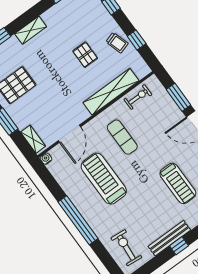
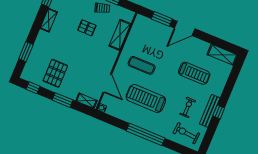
shelving: (31, 30) -> (49, 20), moved
shelving: (111, 92) -> (120, 35), width x0.68
exercise bike: (138, 97) -> (188, 107), moved

